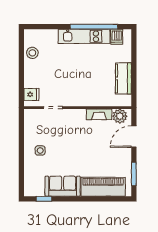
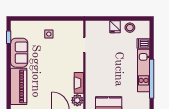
dishwasher: (117, 37) -> (143, 44), moved
fridge: (31, 94) -> (115, 27), moved

